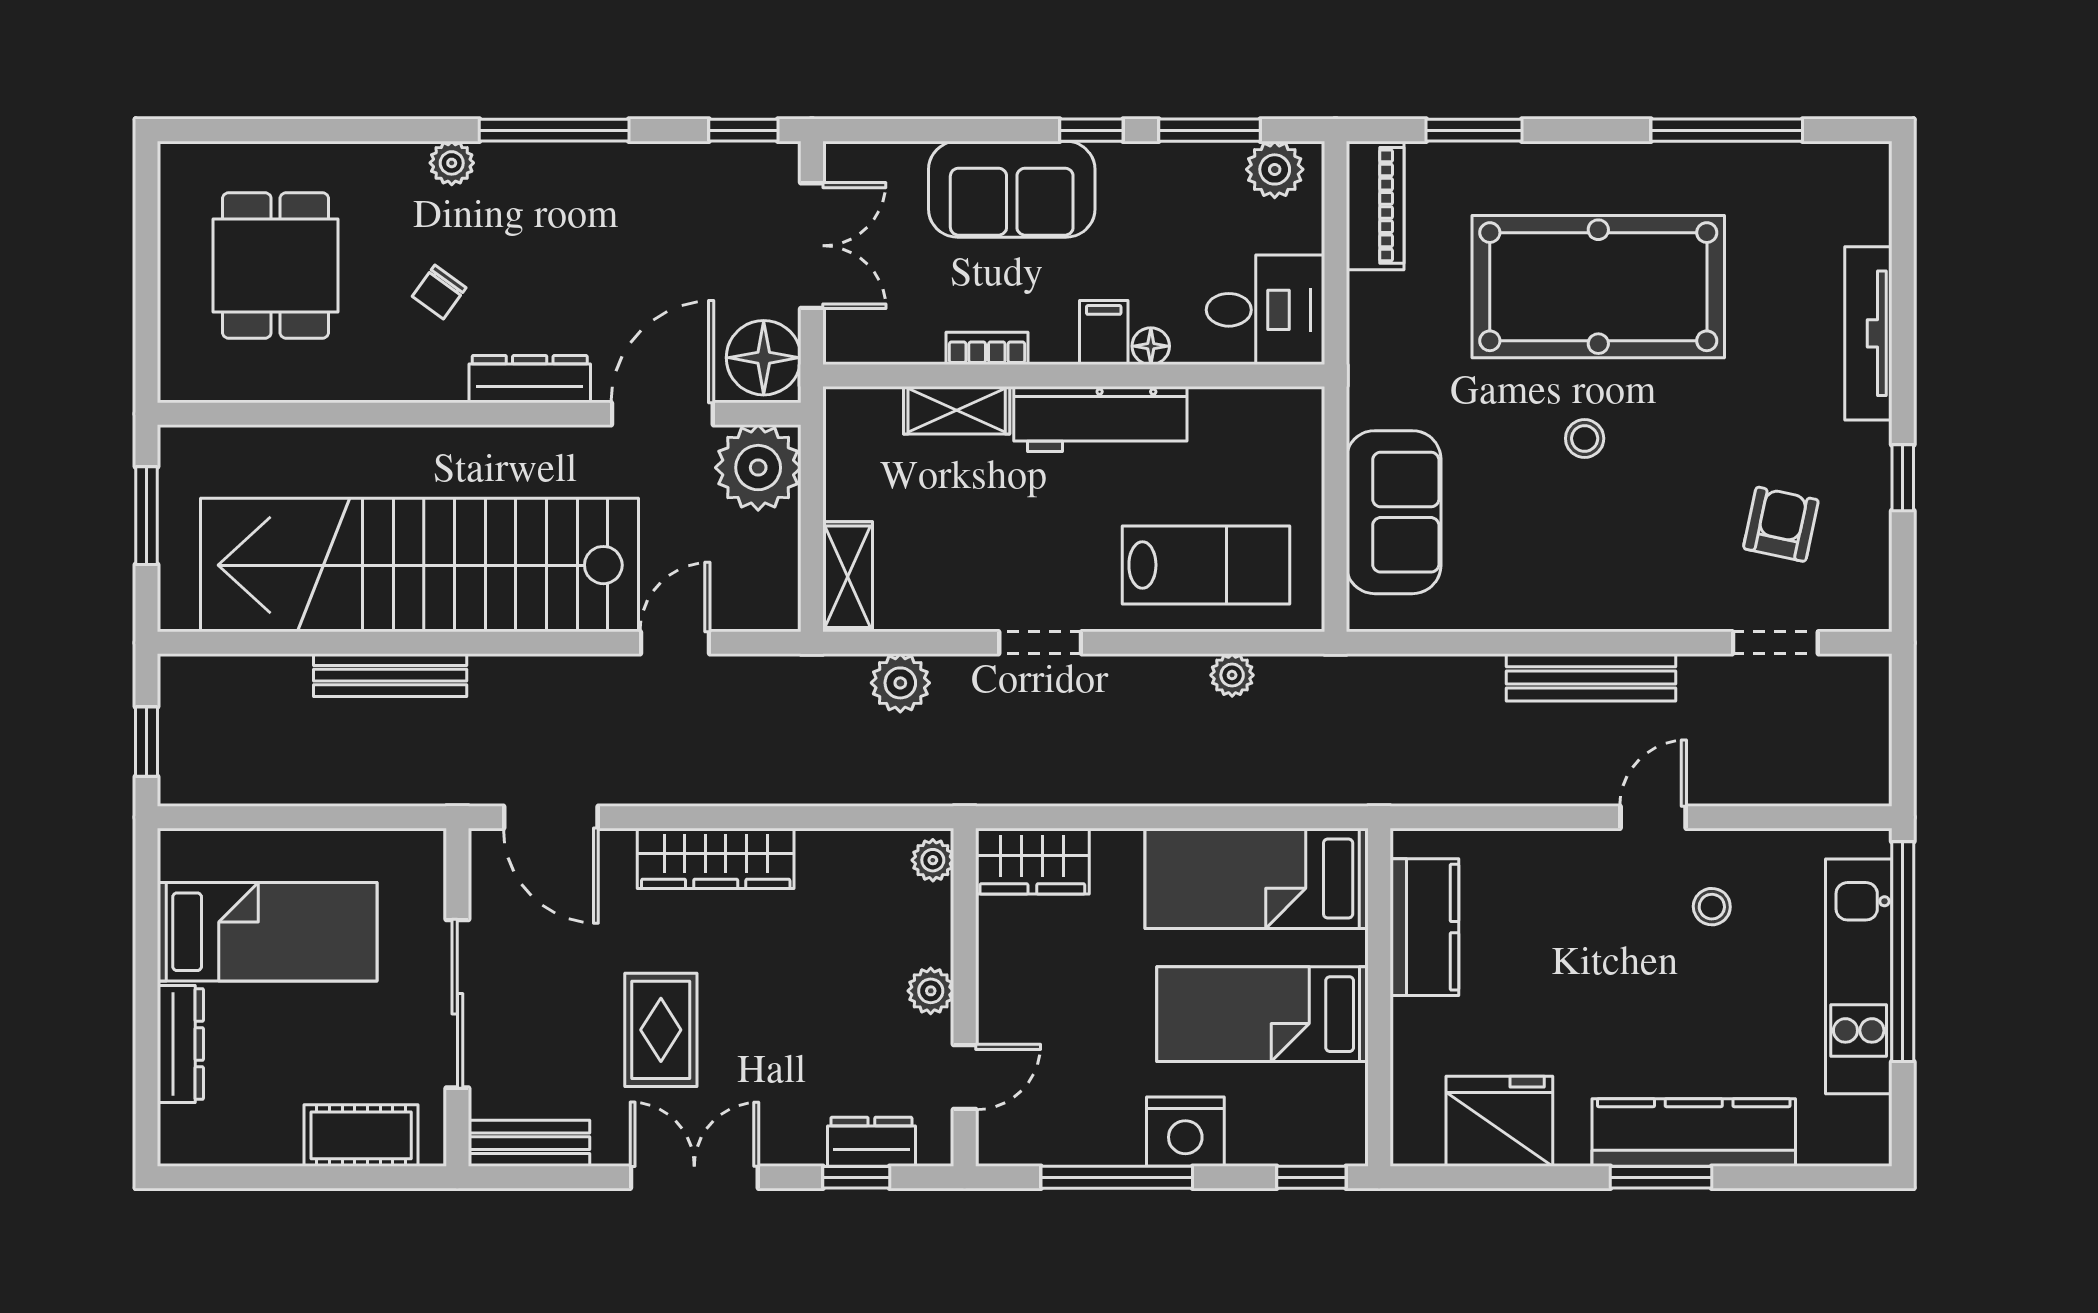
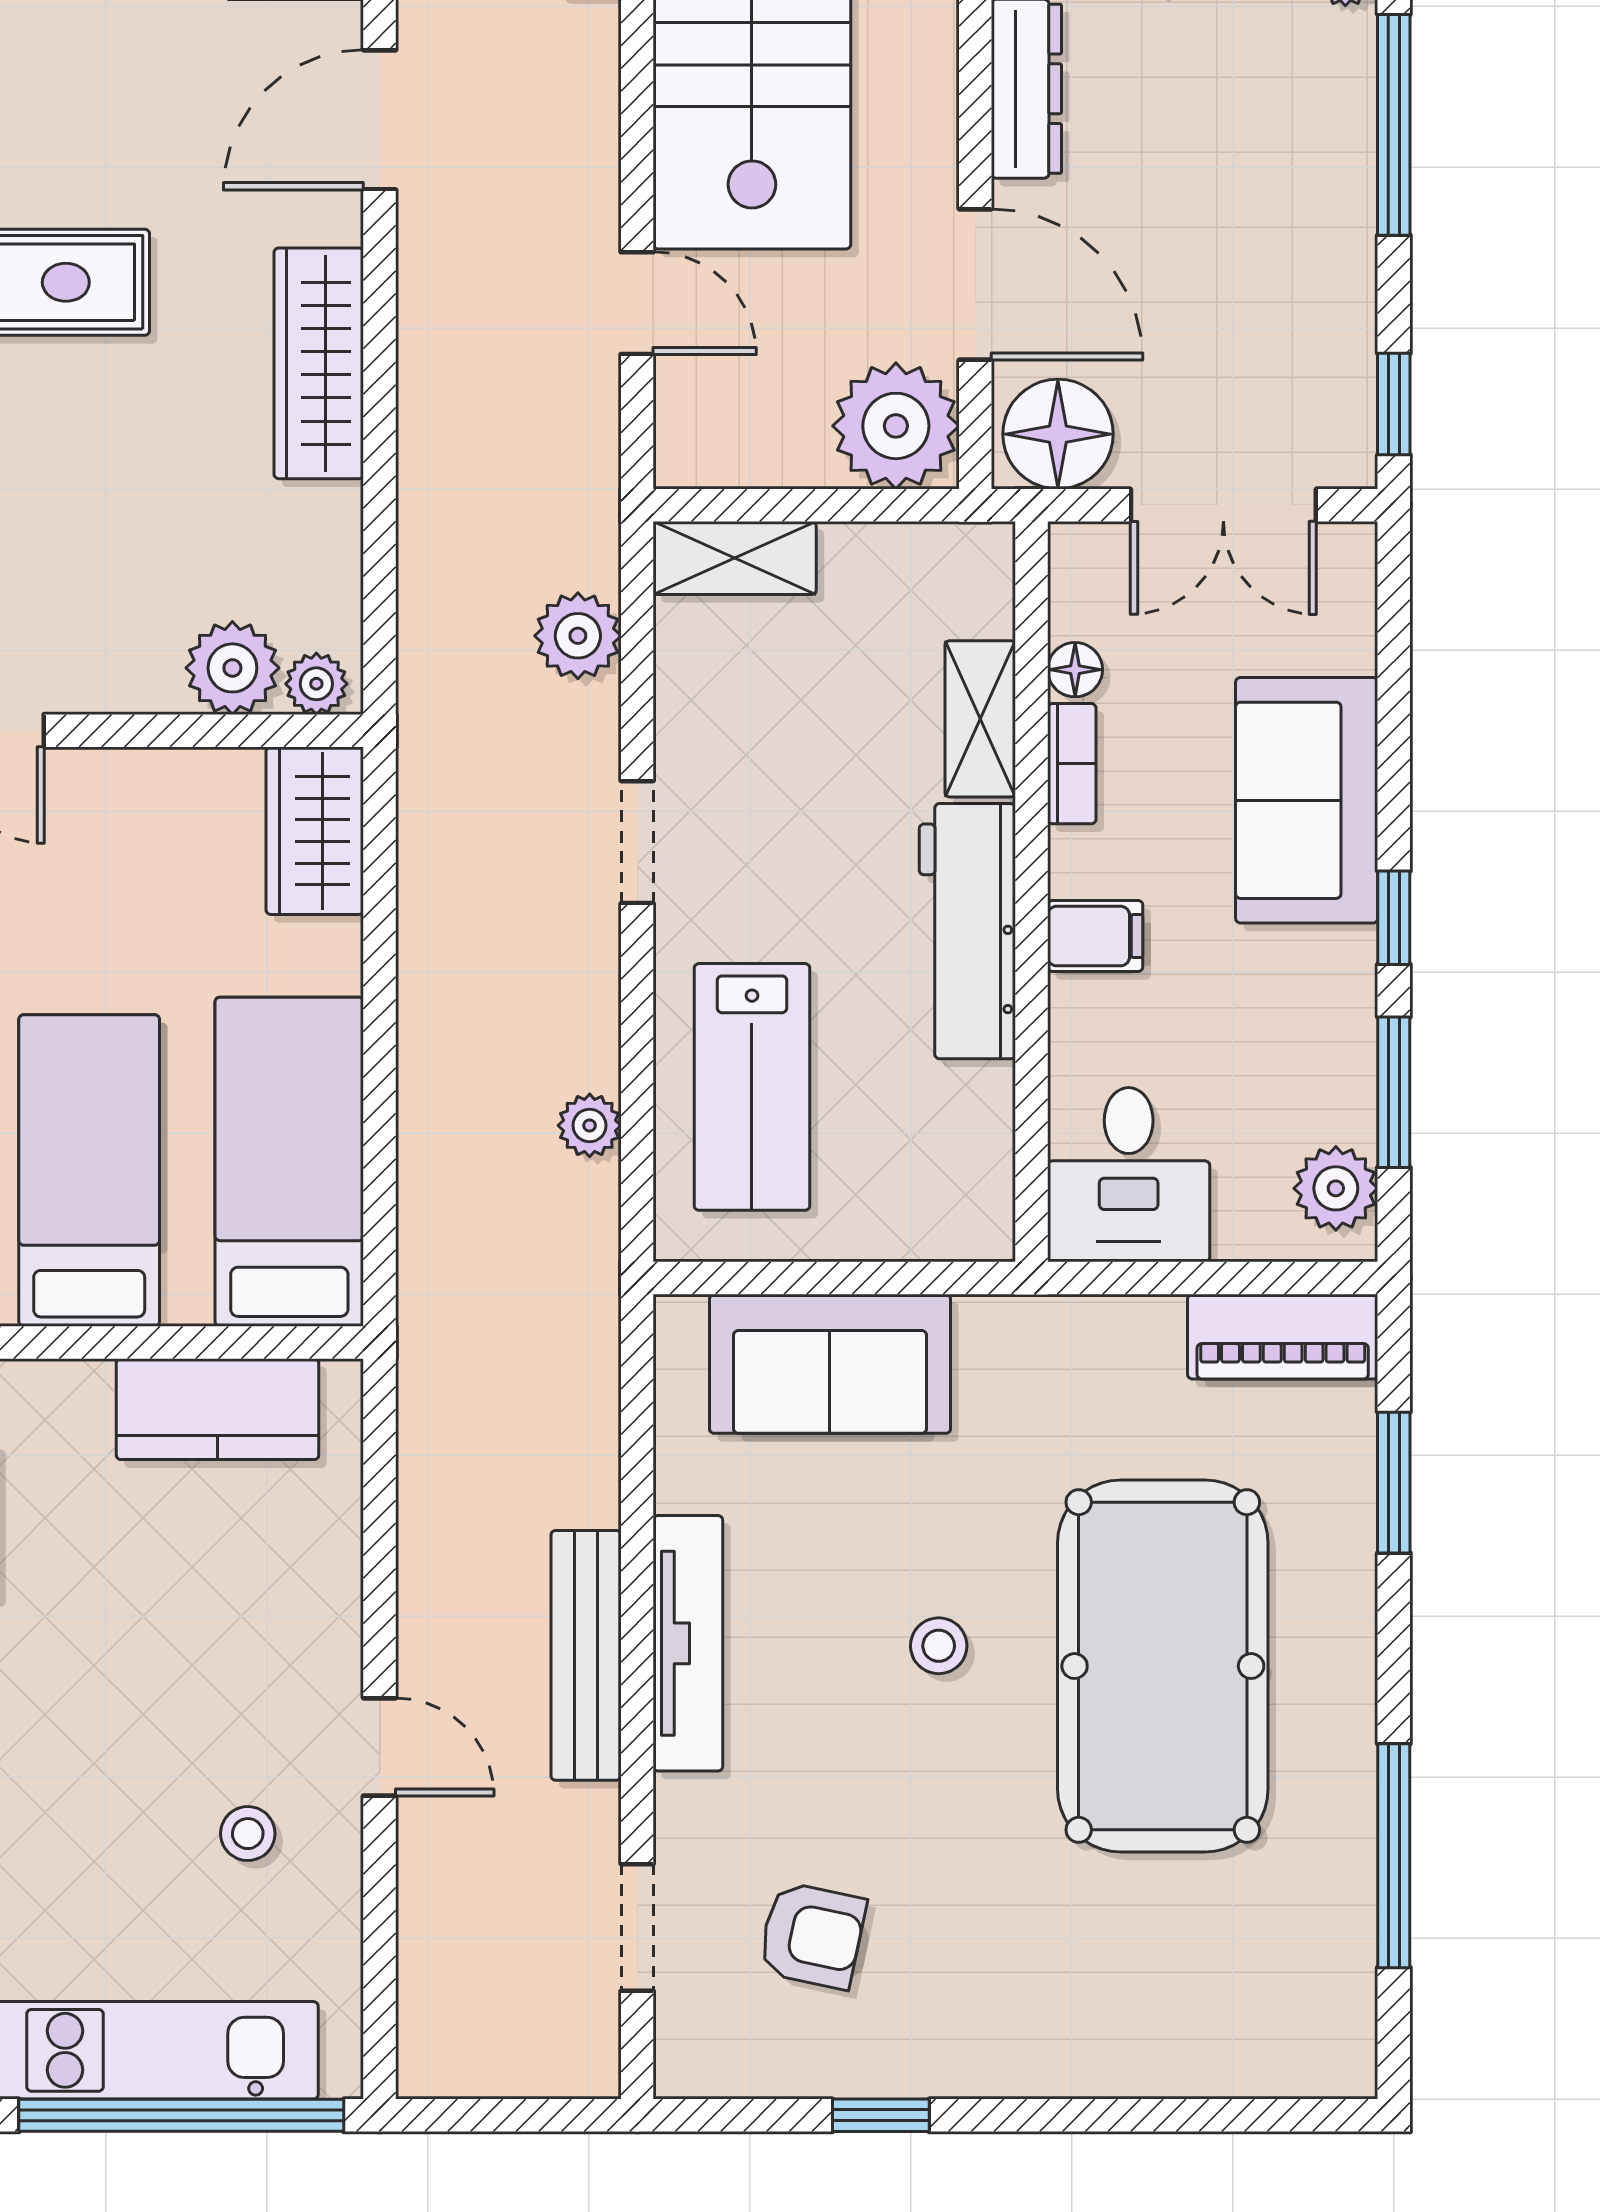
tv unit: (1868, 333) -> (688, 1643), moved, turned 90
floor lamp: (1151, 346) -> (1075, 670), moved
plant: (931, 991) -> (232, 668), moved, width x1.38, depth x1.38

